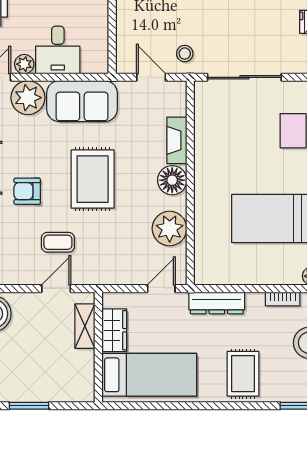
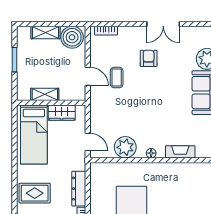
rug: (93, 179) -> (156, 99), removed
floor lamp: (172, 180) -> (151, 153), width x0.53, depth x0.53
dresser: (217, 303) -> (79, 189), moved
shelving: (85, 326) -> (45, 94), moved

